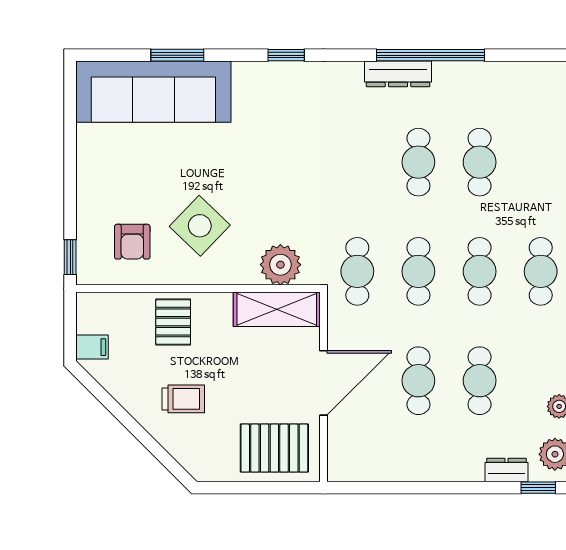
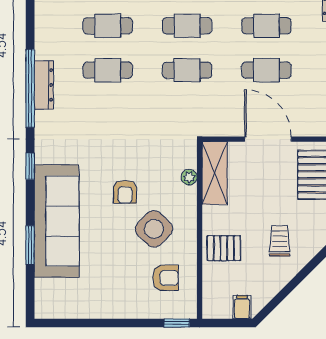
window: (431, 55) -> (30, 88), moved
sofa: (153, 92) -> (57, 221), moved
armchair: (251, 186) -> (125, 192), added
plant: (280, 265) -> (189, 177), width x0.53, depth x0.53
cafe table: (357, 271) -> (187, 115), removed

